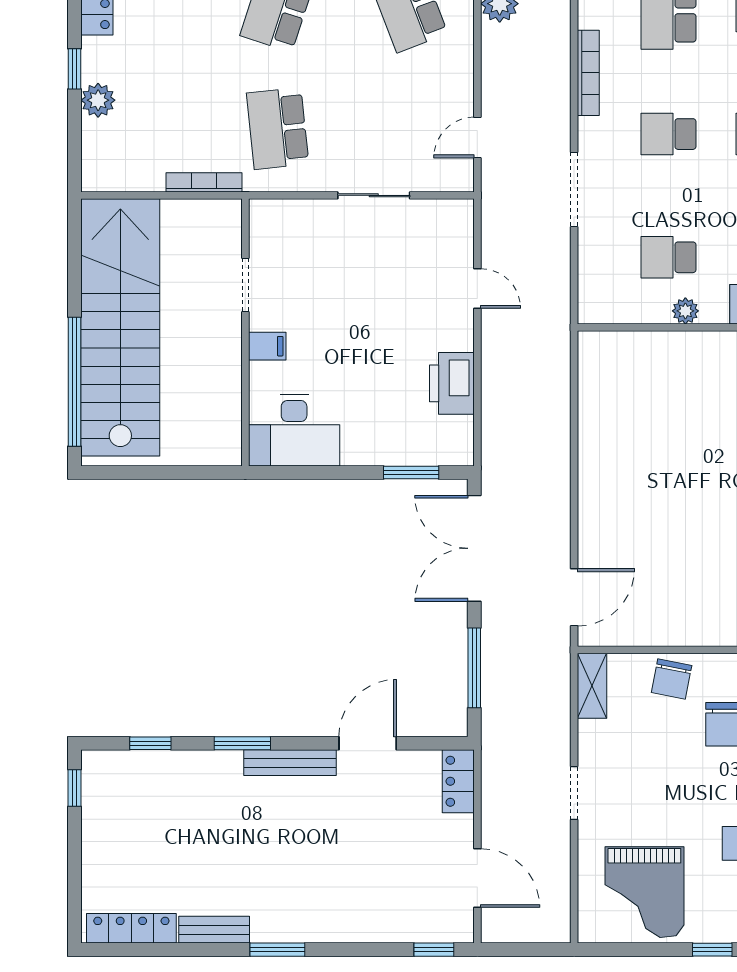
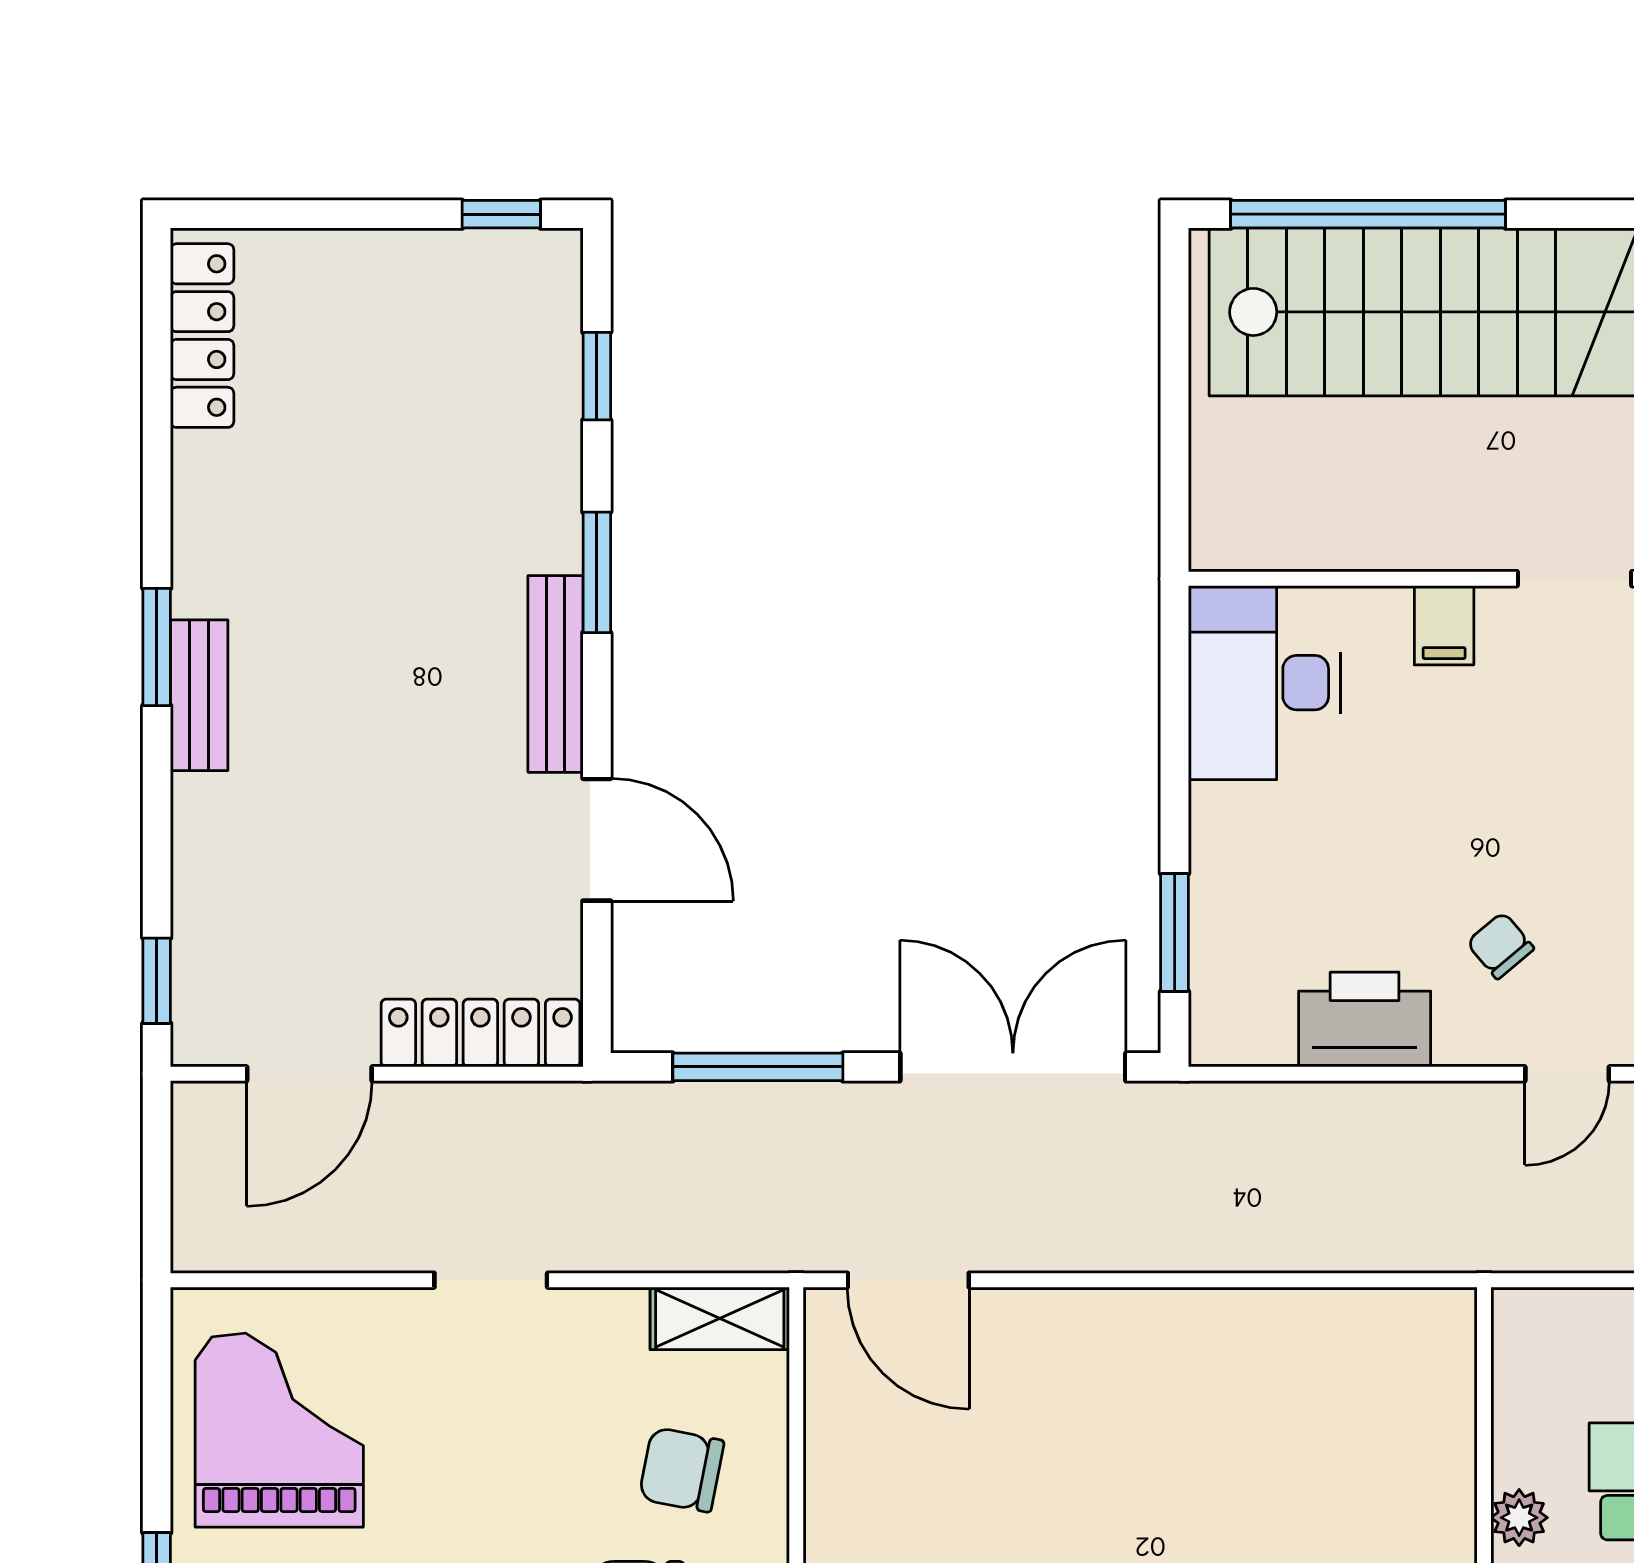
chair: (417, 320) -> (1500, 946), added
chair: (672, 679) -> (681, 1470), moved
locker: (458, 781) -> (480, 1033), width x1.53
grand piano: (644, 892) -> (279, 1430), turned 90
bench: (214, 930) -> (199, 695), moved

